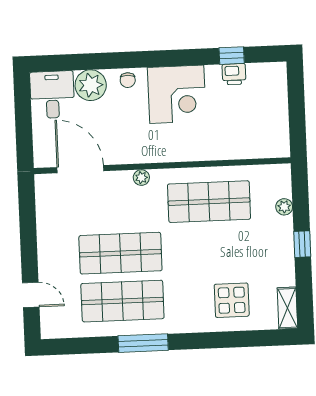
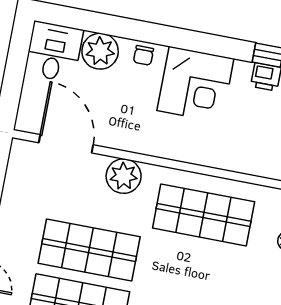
plant: (141, 178) -> (124, 176), width x1.87, depth x1.87

